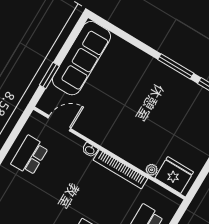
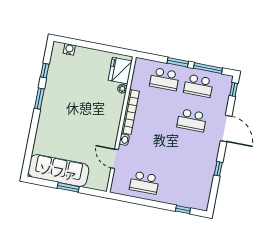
window: (176, 66) -> (39, 99), width x0.69
window: (49, 76) -> (68, 187), moved
door: (59, 123) -> (115, 159), moved

